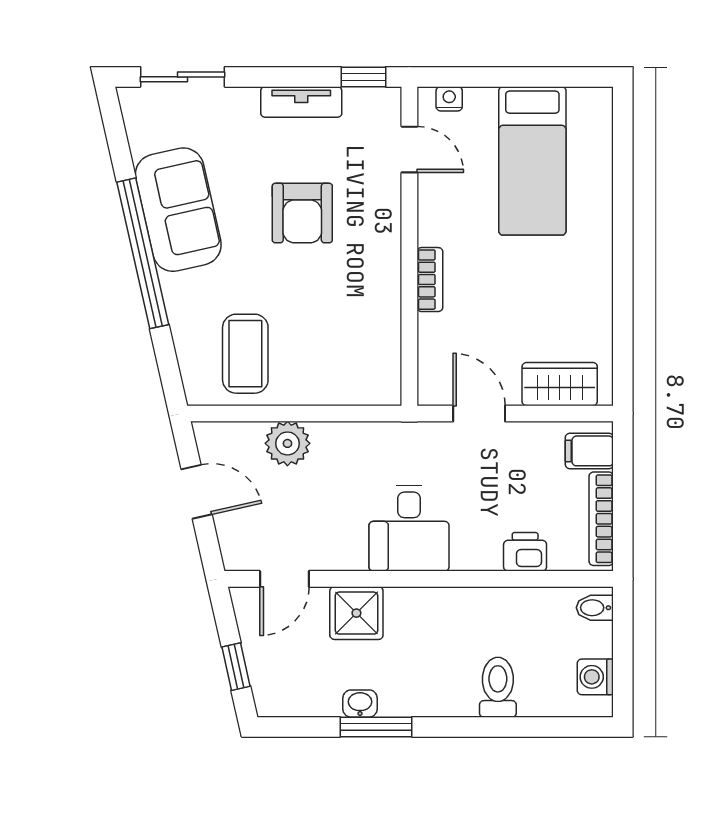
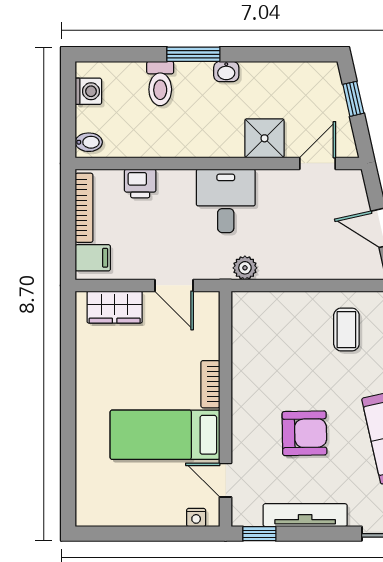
tv unit: (301, 102) -> (305, 515), width x1.41
bed: (532, 161) -> (165, 435), moved, turned -90
armchair: (302, 213) -> (304, 433), turned 89
coffee table: (245, 354) -> (346, 330), width x0.73, depth x0.77
plant: (287, 443) -> (245, 268), moved, width x0.73, depth x0.73
washbasin: (360, 704) -> (226, 72), moved
window: (376, 727) -> (193, 54), moved

